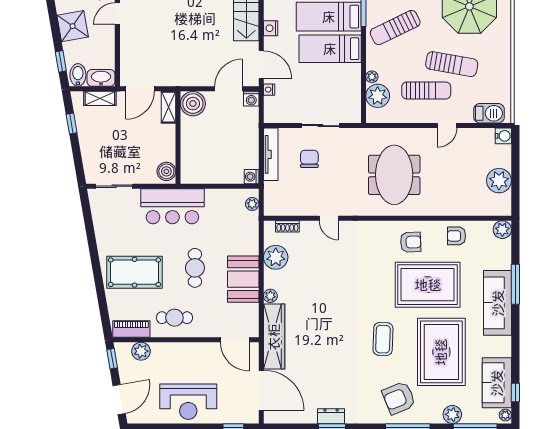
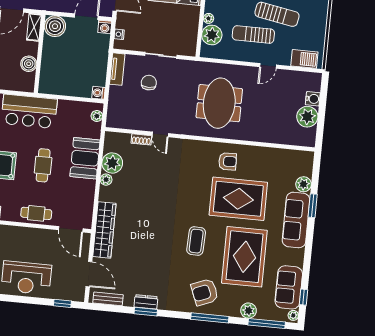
nightstand: (269, 90) -> (119, 34), moved
sun lounger: (426, 90) -> (253, 34), turned 180
water cooler: (503, 136) -> (313, 99), moved
tv unit: (271, 154) -> (117, 69), width x0.71
boiler: (166, 171) -> (29, 64), moved
shoe rack: (287, 226) -> (141, 139), moved
plant: (502, 230) -> (304, 184), moved
armchair: (457, 236) -> (267, 160), removed
booth: (243, 279) -> (85, 158), moved
window: (515, 284) -> (313, 206), width x0.69
plant: (270, 296) -> (106, 180), moved
cafe table: (174, 318) -> (36, 213), moved
door: (261, 390) -> (89, 274), width x0.73
bench: (286, 417) -> (108, 299), added

